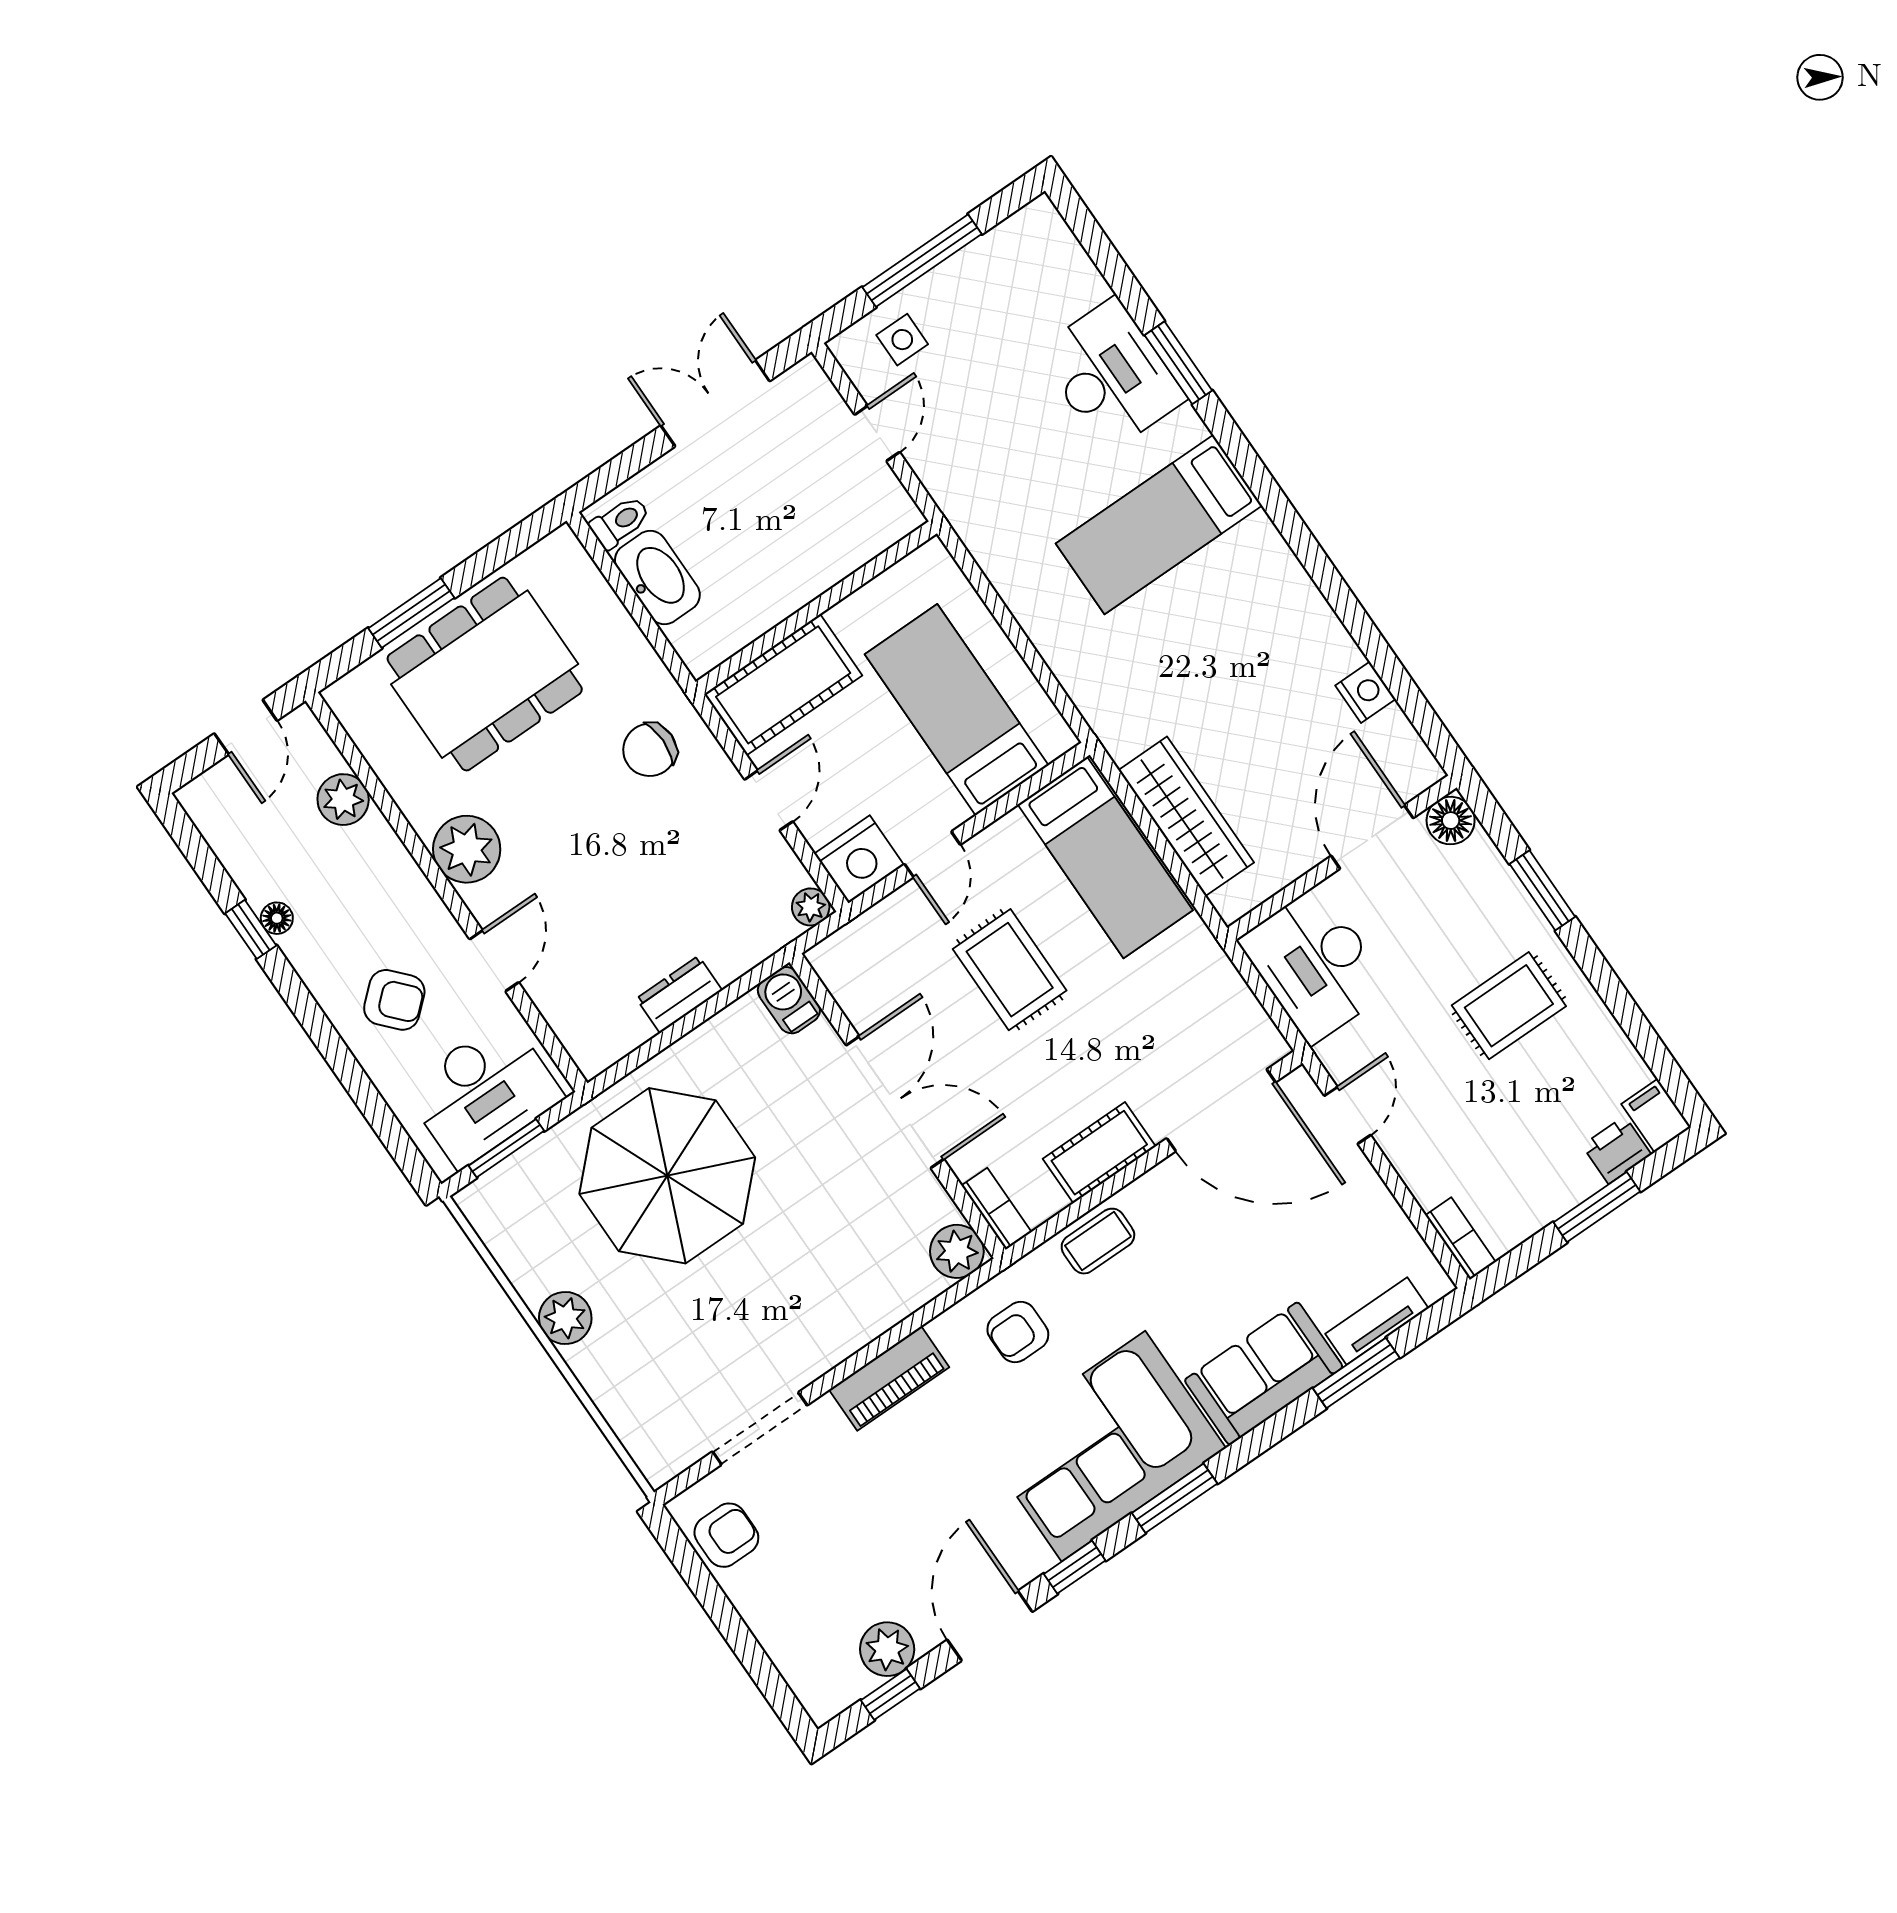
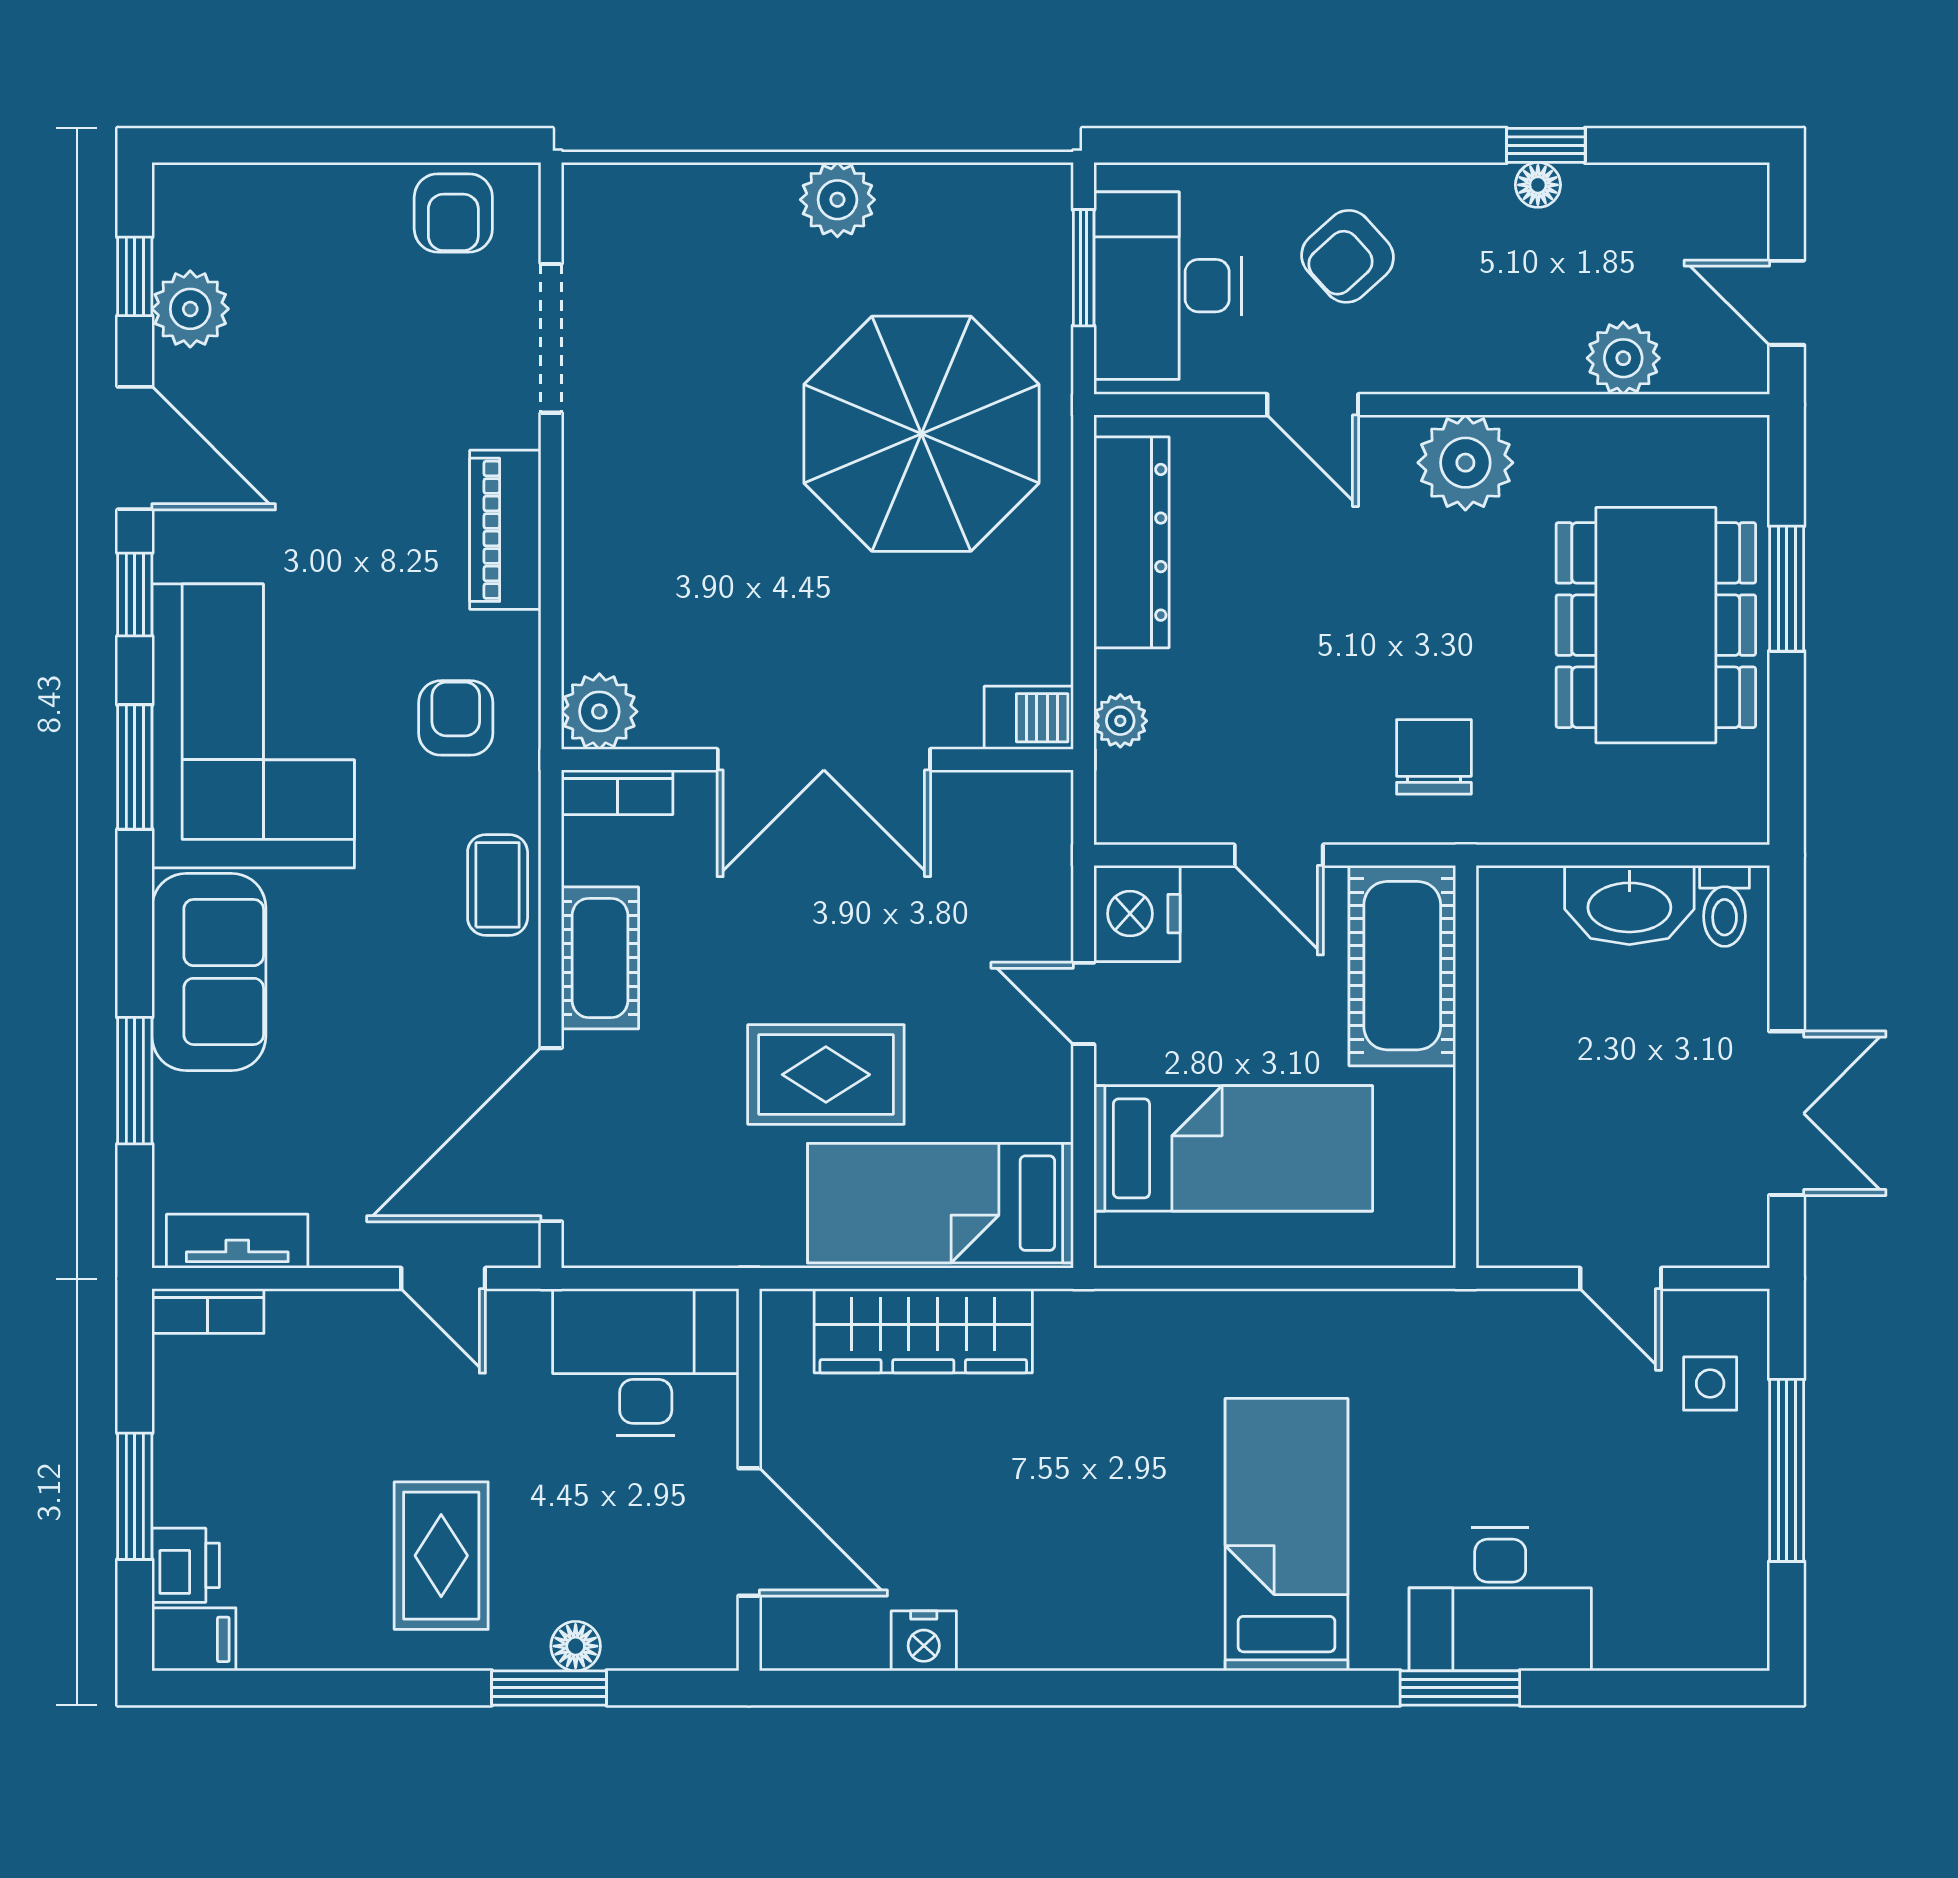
floor lamp: (1451, 821) -> (576, 1646), moved, width x0.73, depth x0.73
plant: (811, 907) -> (1120, 721), moved
rug: (1010, 970) -> (826, 1075), moved
dresser: (679, 994) -> (1131, 542), width x1.96, depth x1.24
tv unit: (1377, 1321) -> (237, 1241), moved, turned -90

